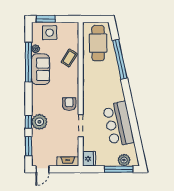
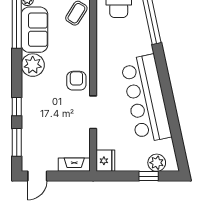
plant: (39, 122) -> (33, 65), moved
bar counter: (118, 124) -> (146, 99), width x1.36
window: (119, 169) -> (149, 176), width x0.46

